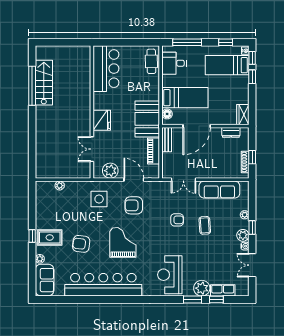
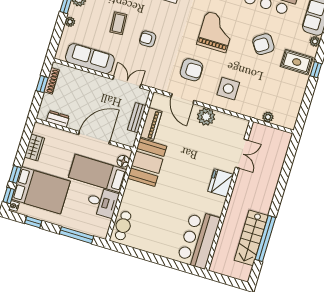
desk: (174, 63) -> (102, 202), moved
bed: (227, 65) -> (41, 190), width x1.50
bar counter: (106, 69) -> (199, 239), moved
wall: (92, 112) -> (229, 195), moved
wardrobe: (243, 115) -> (34, 148), moved
fridge: (102, 120) -> (221, 183), moved
bench: (167, 140) -> (137, 118), moved
double door: (92, 149) -> (242, 154), moved
grand piano: (123, 242) -> (216, 32), turned 180
armchair: (81, 244) -> (263, 44), turned 139

